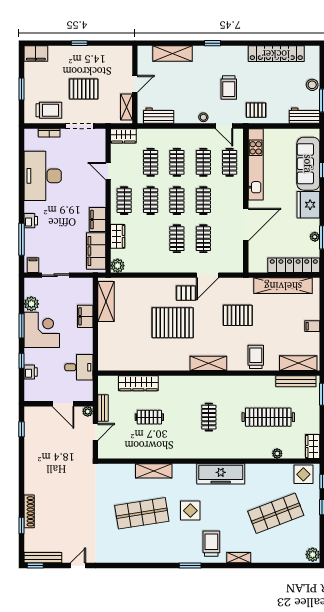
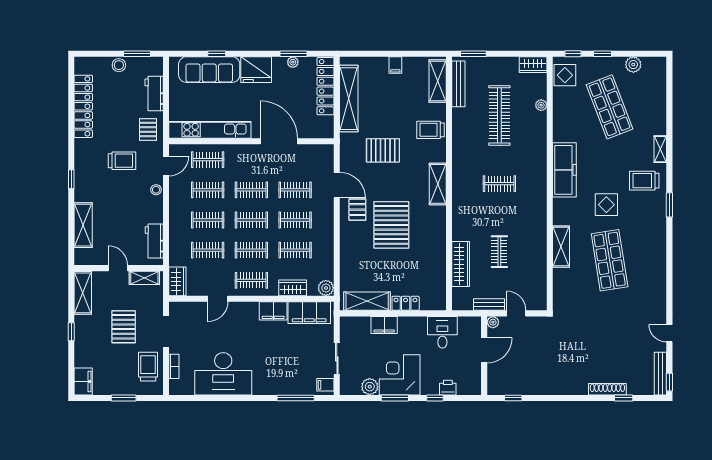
shelving: (113, 53) -> (83, 293), added
workbench: (304, 116) -> (154, 93), moved
printer: (31, 221) -> (275, 387), removed
clothes rail: (151, 239) -> (295, 250), added
pallet: (238, 315) -> (383, 150), turned 90
locker: (104, 335) -> (406, 303), added
plant: (313, 555) -> (633, 65), moved

